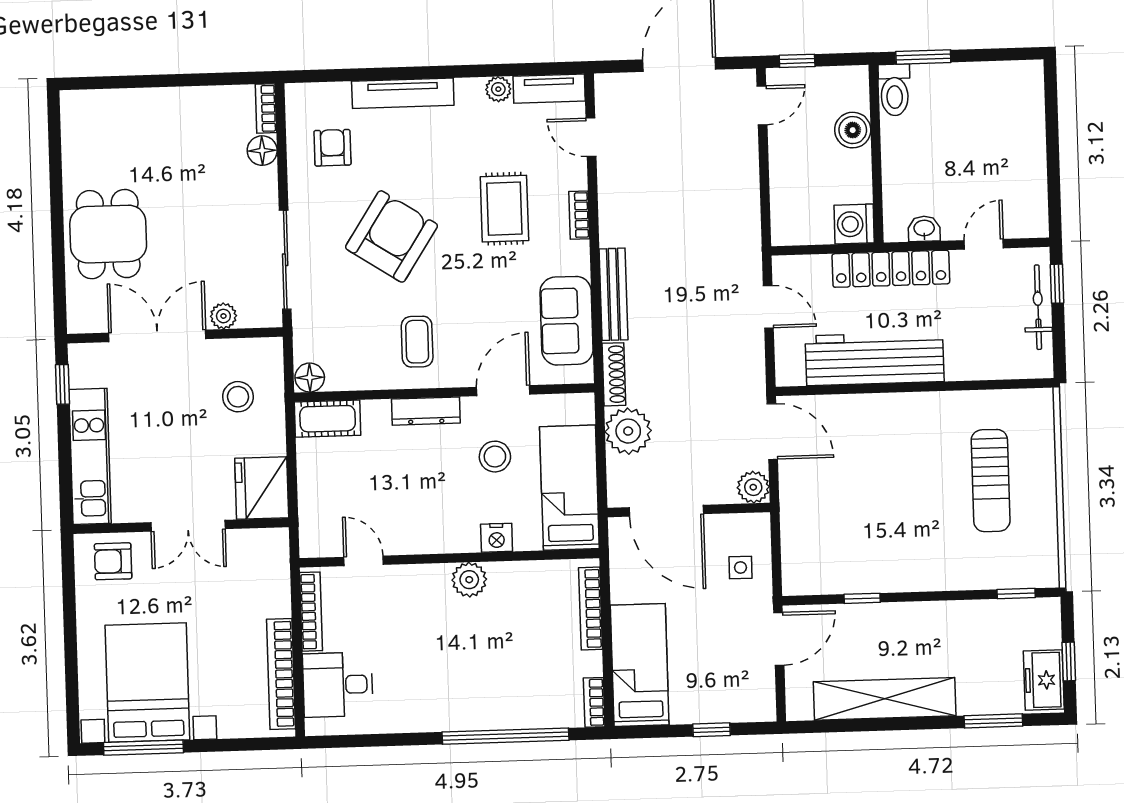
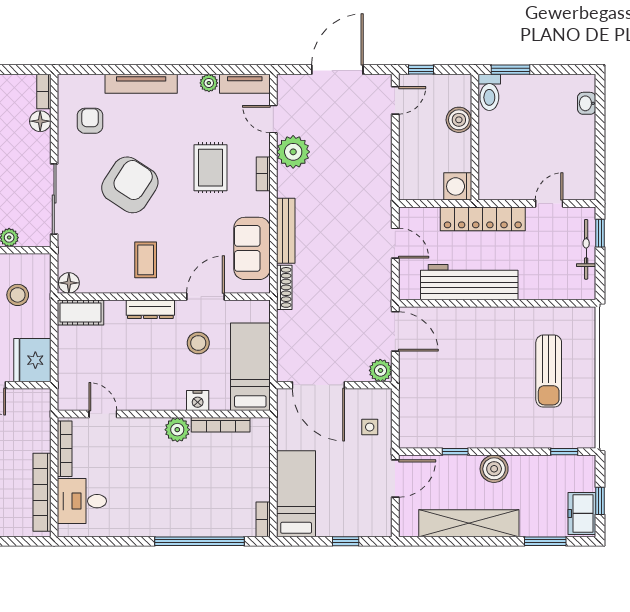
washbasin: (924, 229) -> (587, 103), moved, turned -90
plant: (628, 431) -> (293, 152), moved
bookcase: (591, 609) -> (221, 425), moved, turned -90
boiler: (918, 621) -> (494, 469), added

